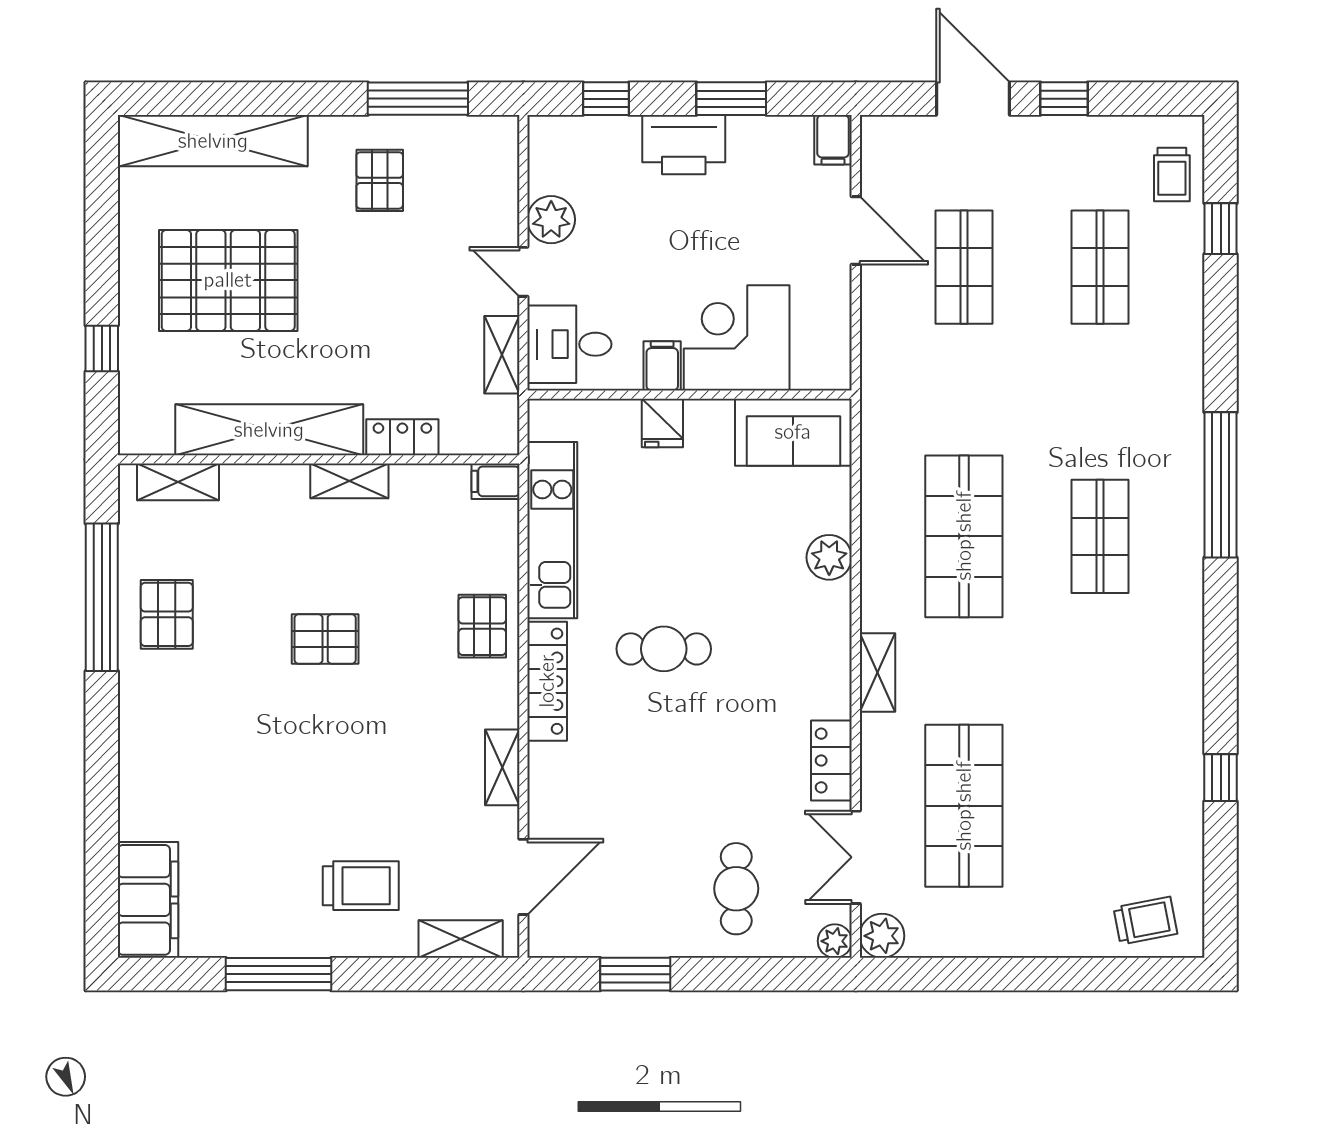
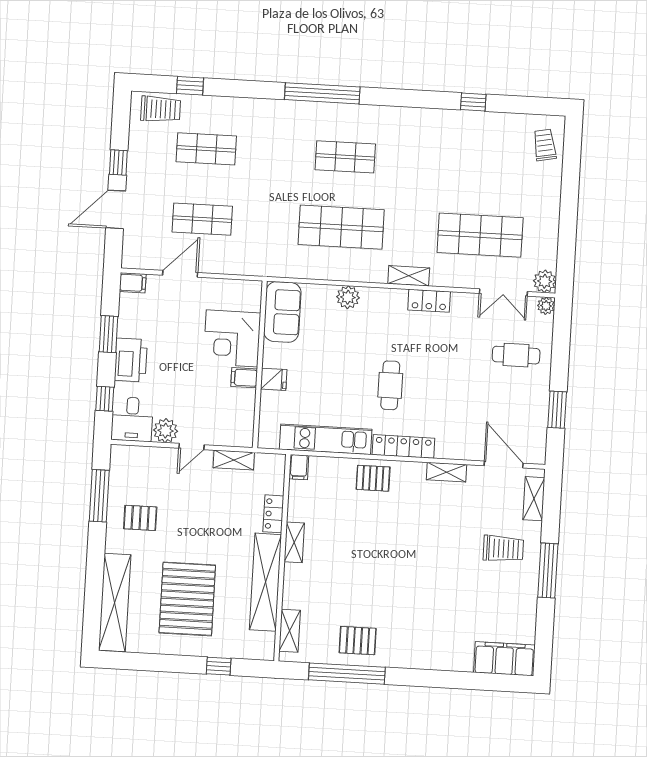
trolley: (1172, 174) -> (161, 109), width x1.36, depth x1.39
desk: (569, 344) -> (132, 419), moved
pallet: (325, 639) -> (375, 560), removed
locker: (831, 761) -> (429, 301), moved
trolley: (361, 886) -> (503, 549), turned 90
window: (278, 974) -> (548, 571), moved

